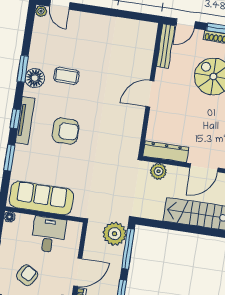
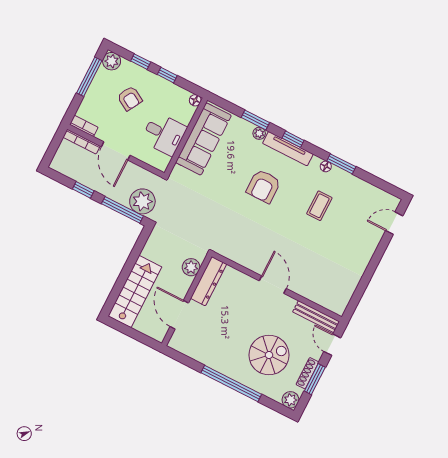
plant: (41, 11) -> (259, 133), moved
floor lamp: (35, 78) -> (326, 166), width x0.53, depth x0.53

